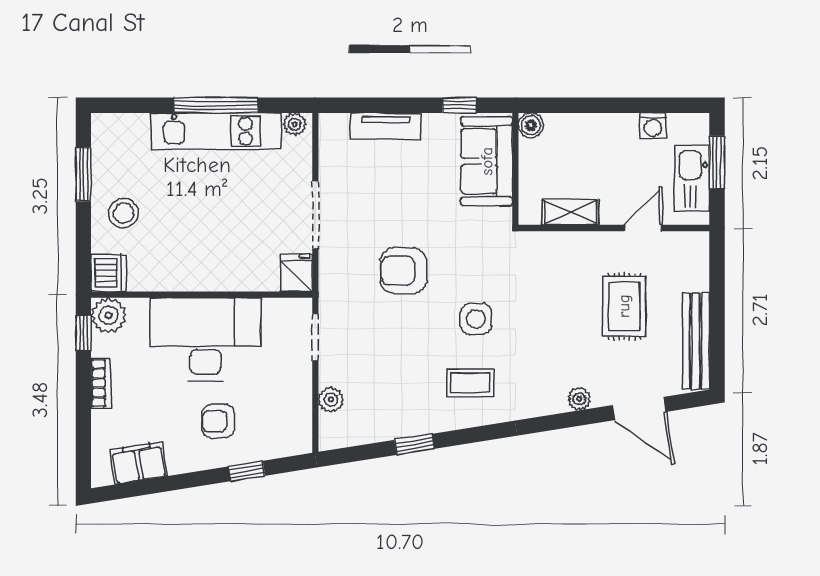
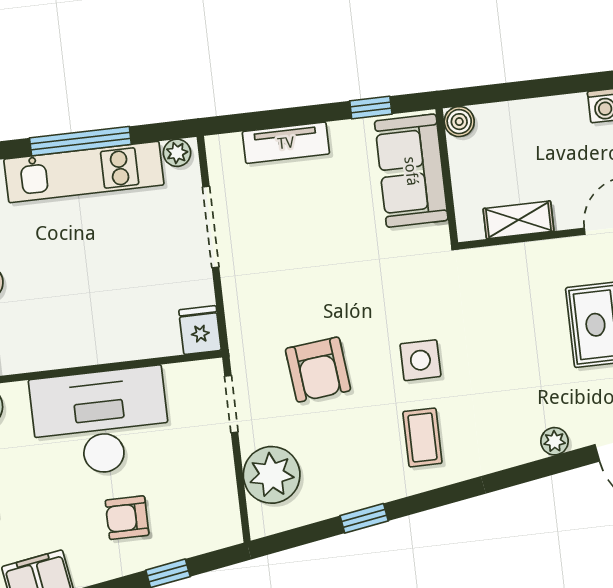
doorway: (315, 215) -> (211, 227), moved
armchair: (404, 271) -> (318, 370), moved, turned -96
coffee table: (470, 383) -> (422, 437), turned 90
plant: (331, 400) -> (272, 475), width x1.87, depth x1.87

